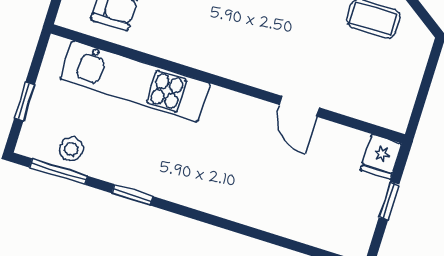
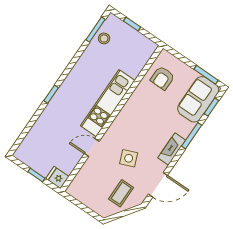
side table: (298, 25) -> (129, 158), added
kitchen unit: (135, 81) -> (108, 103), moved
window: (132, 195) -> (51, 94), moved

